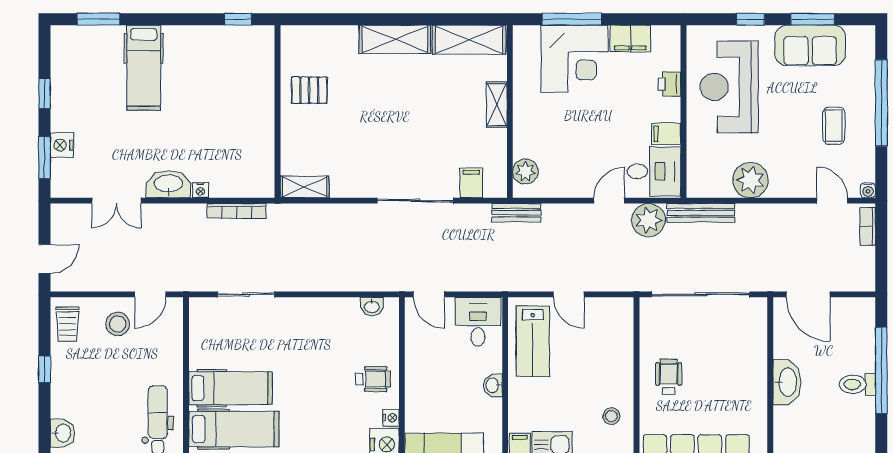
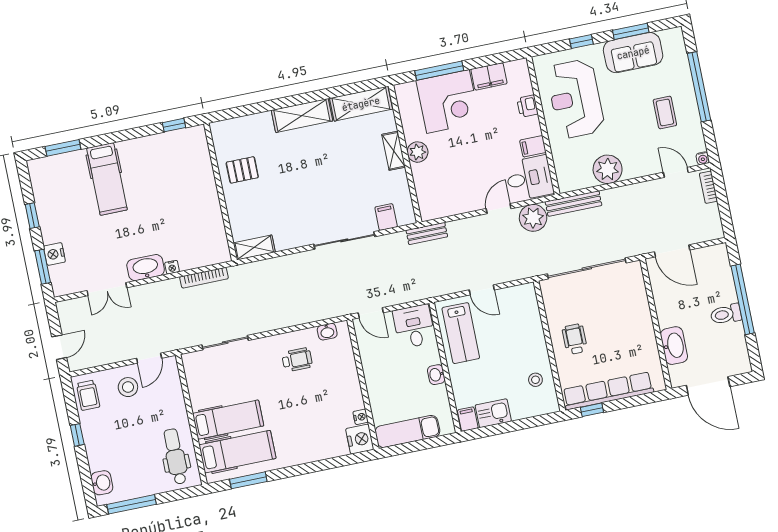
plant: (525, 171) -> (418, 152), moved
wheelchair: (373, 379) -> (297, 360), moved
washbasin: (787, 382) -> (674, 346), moved

